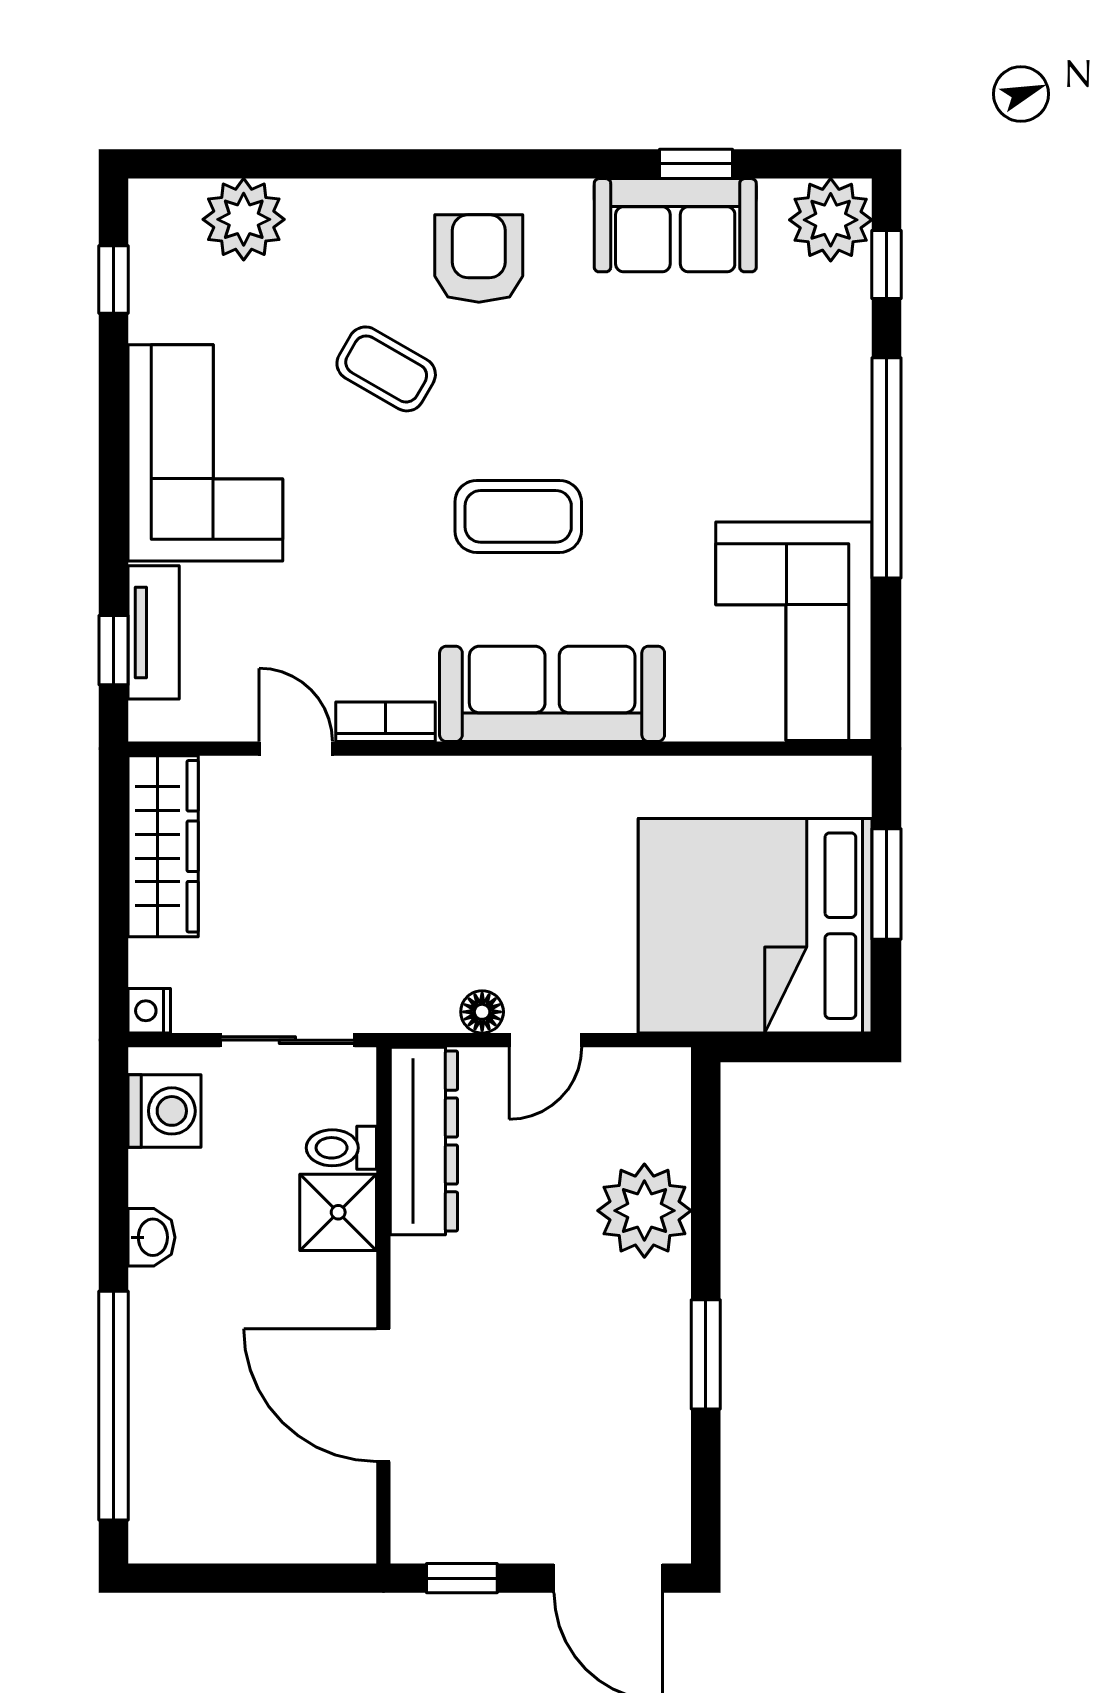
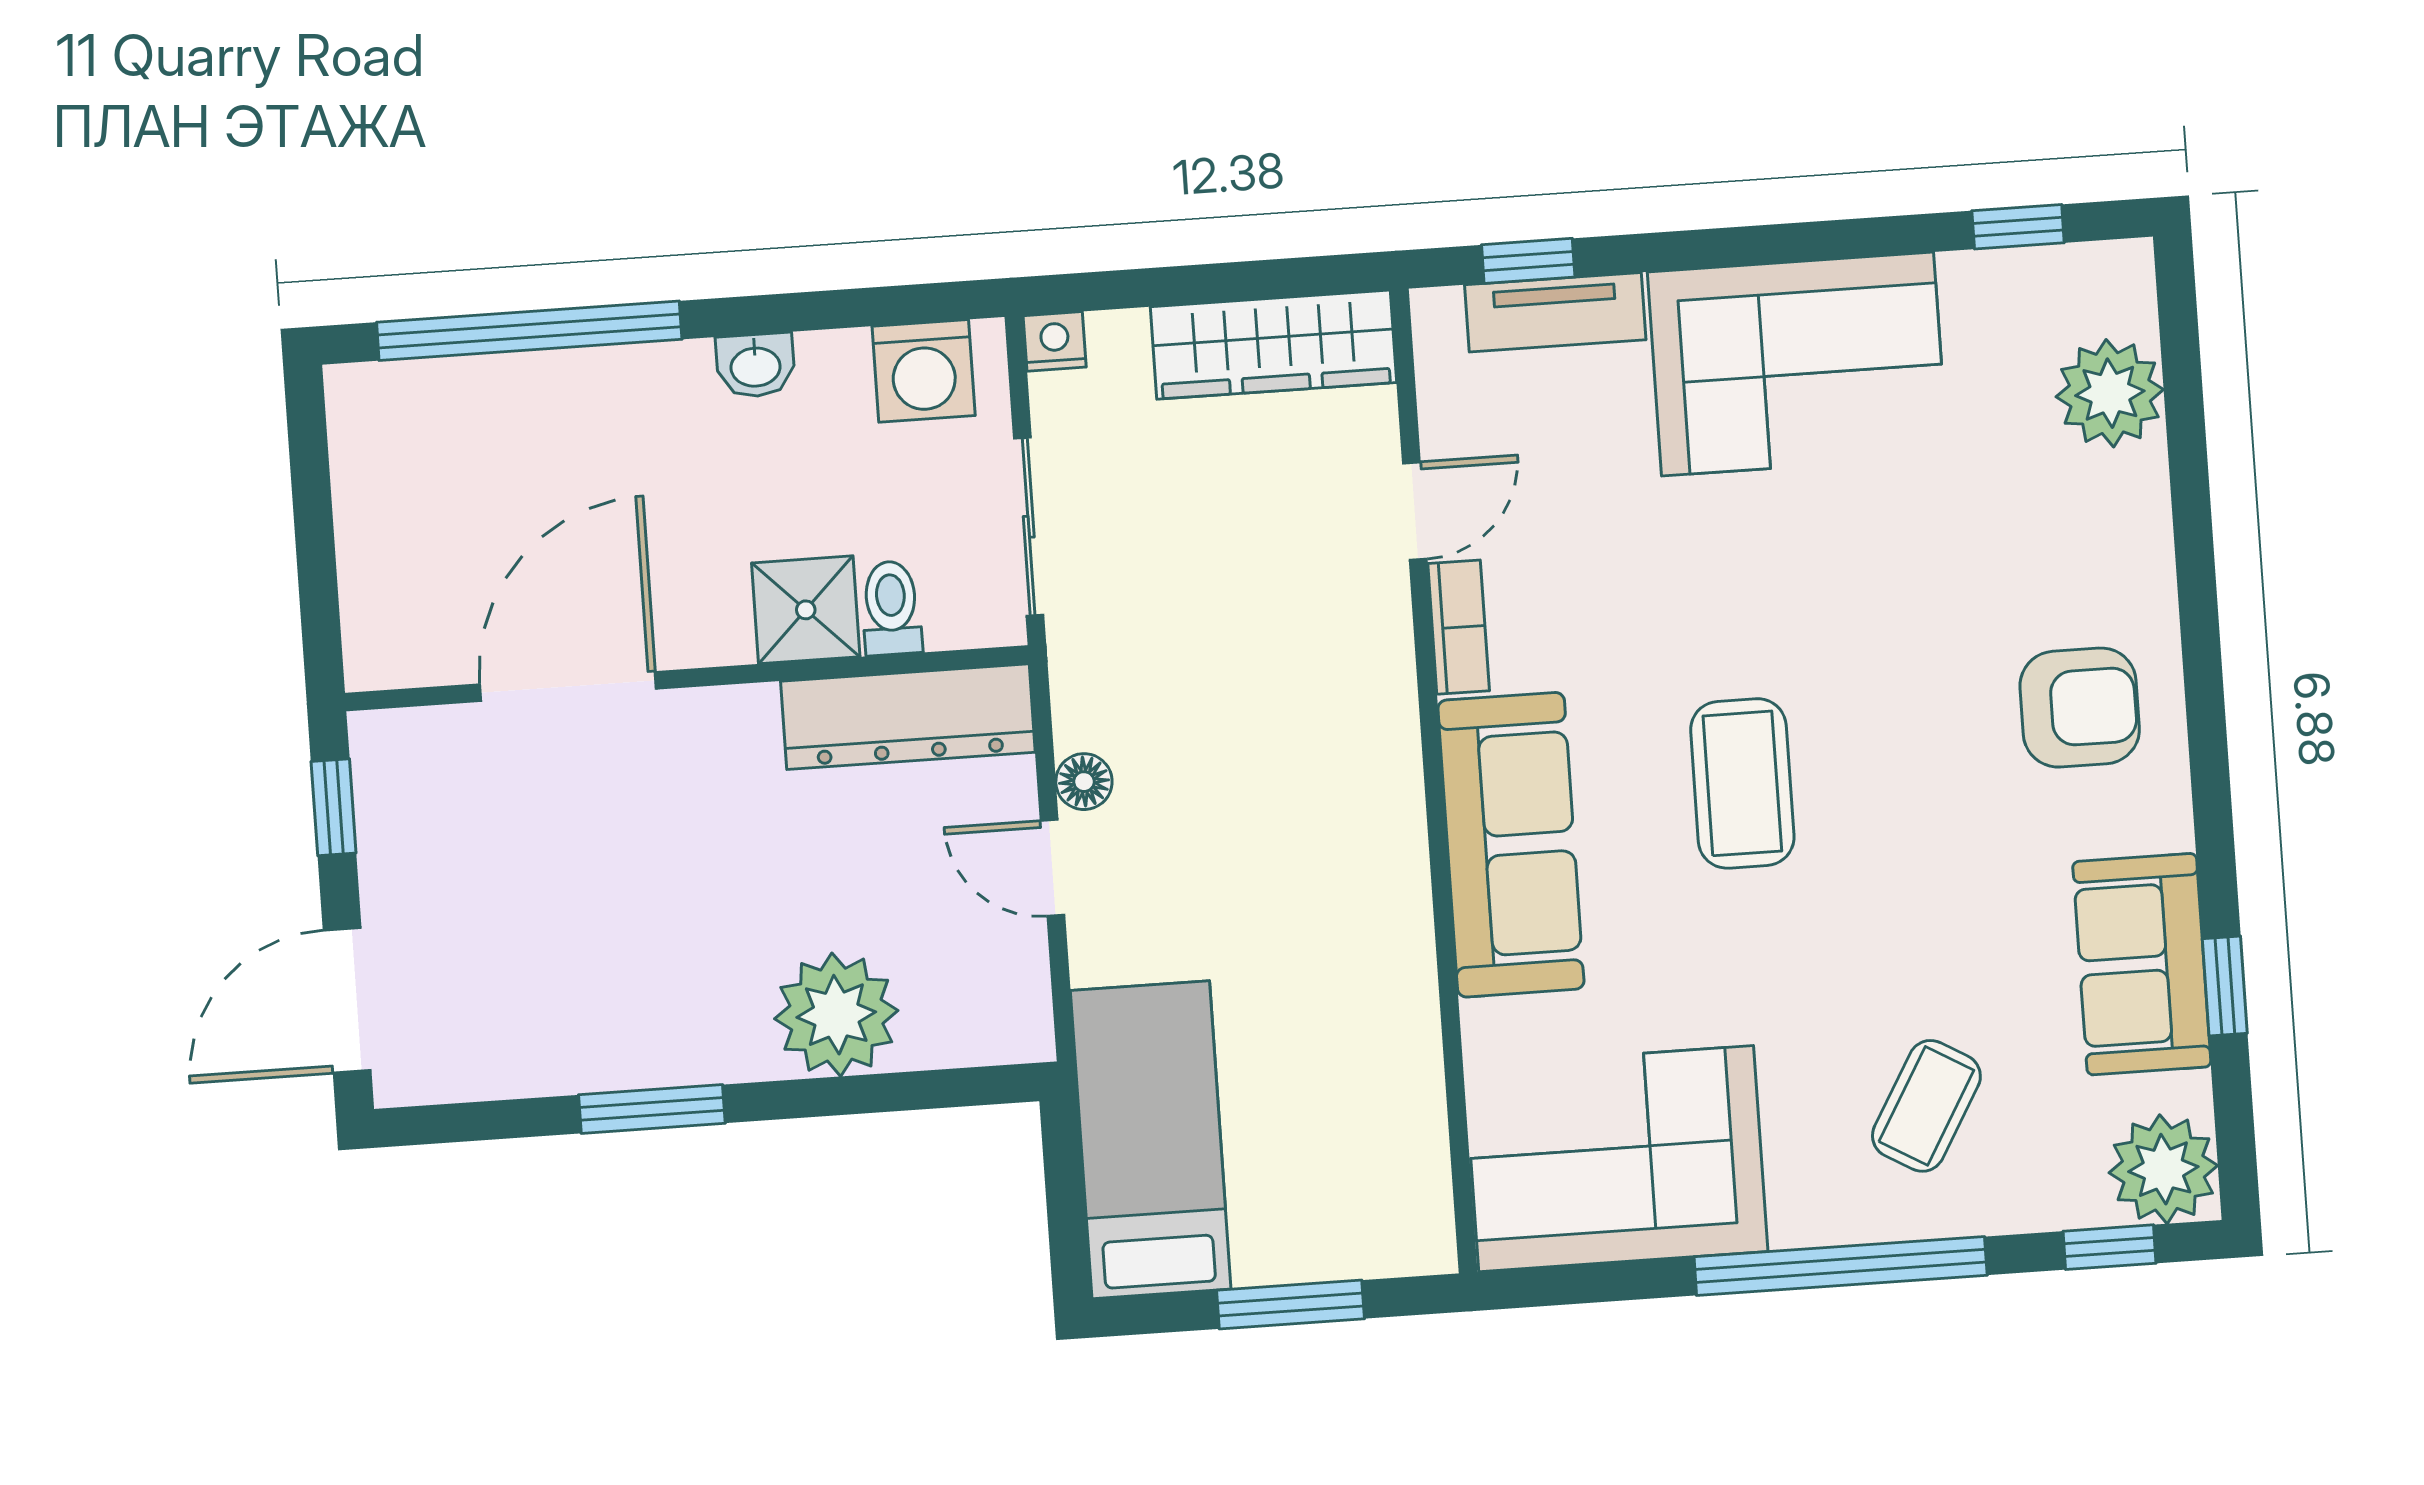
coffee table: (386, 369) -> (1926, 1106), moved
bed: (755, 926) -> (1151, 1140), width x0.49

